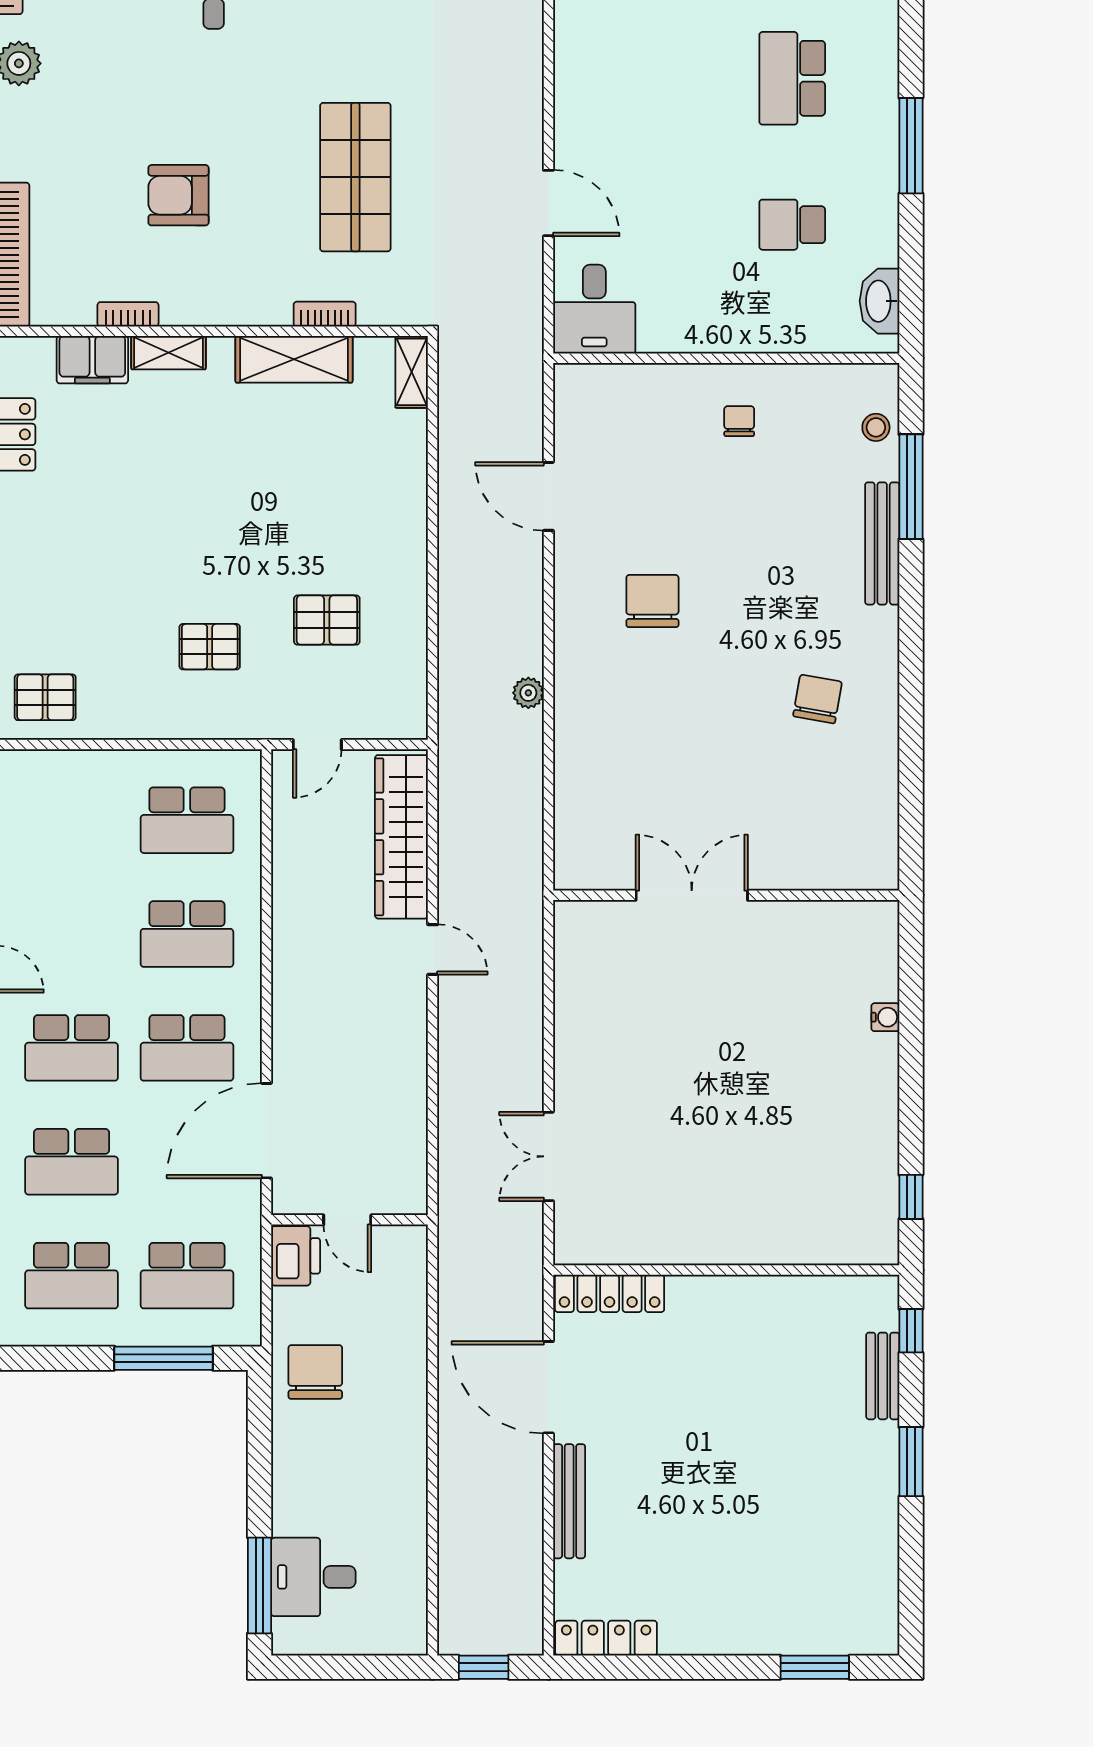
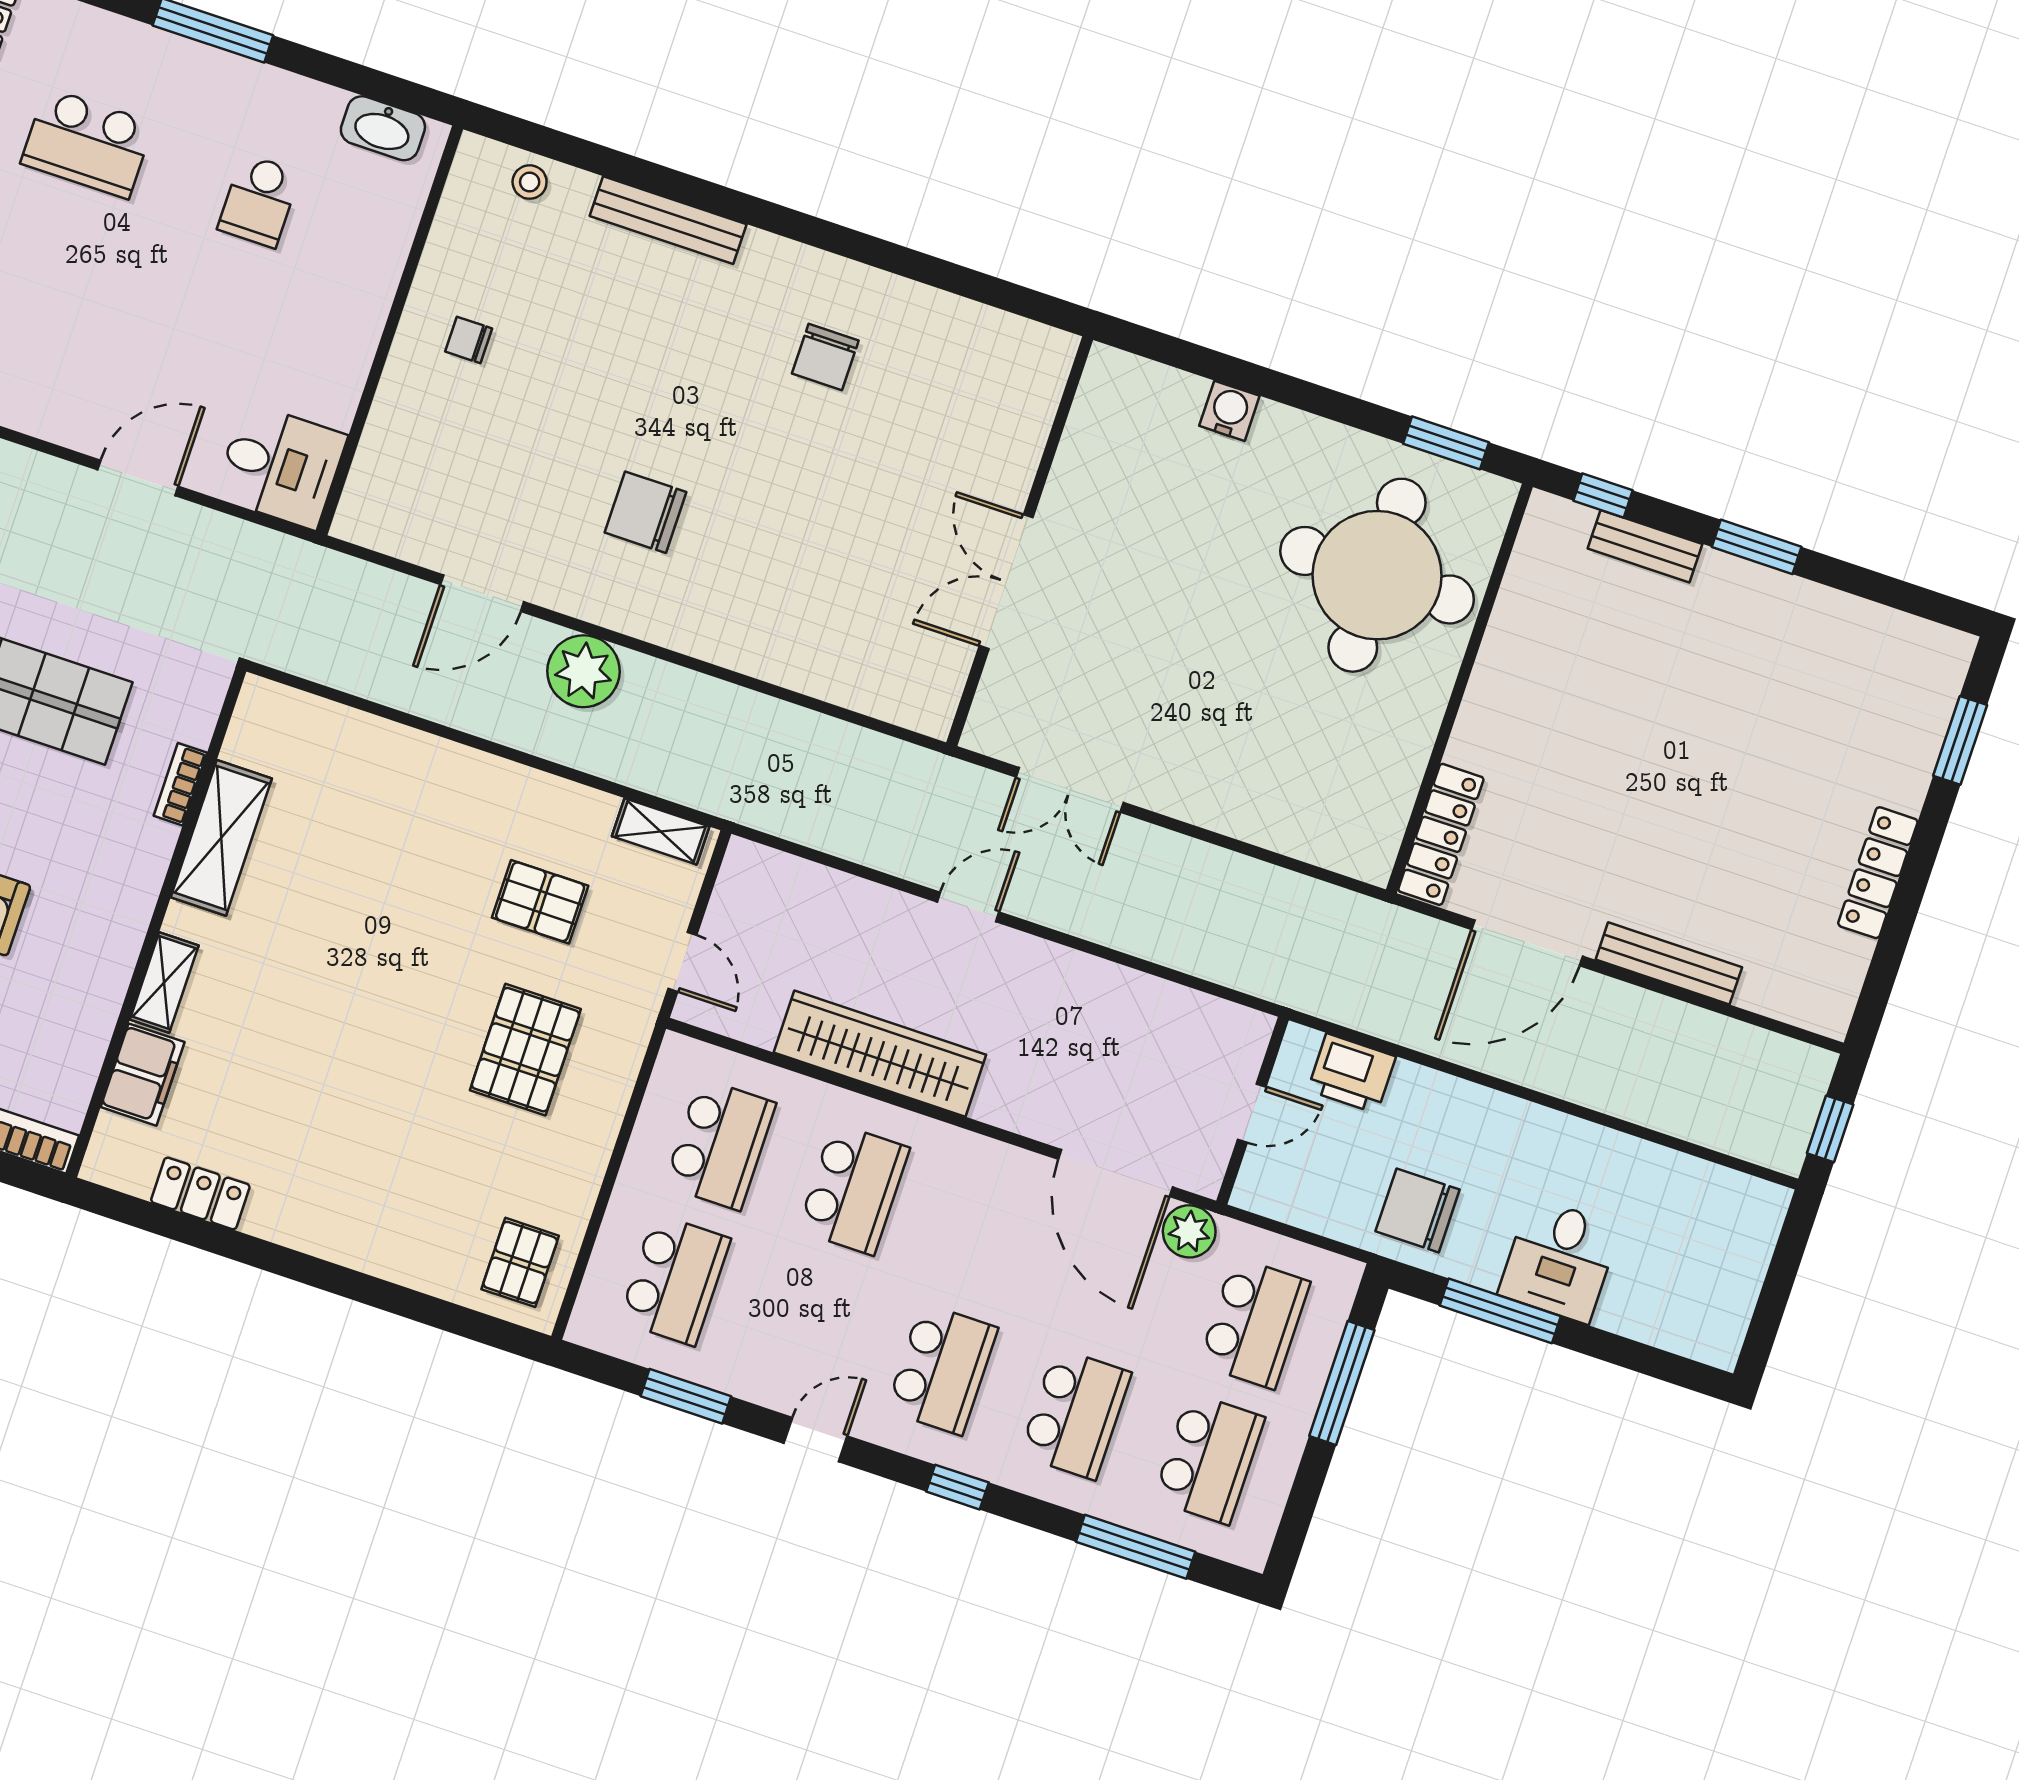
bookcase: (128, 314) -> (103, 1015), removed
shelving: (412, 372) -> (661, 831), moved
window: (911, 487) -> (613, 164), removed
pallet: (327, 620) -> (540, 902), turned 90
pallet: (210, 647) -> (525, 1050), width x1.50, depth x1.42
plant: (528, 693) -> (584, 671), moved, width x1.87, depth x1.87
chair: (818, 699) -> (825, 357), turned -100
wardrobe: (401, 837) -> (880, 1054), moved, turned 180
water cooler: (885, 1017) -> (1229, 411), width x1.38, depth x1.38
school desk: (187, 1048) -> (675, 1280), moved
double door: (548, 1156) -> (1070, 790), moved
round table: (792, 1178) -> (1377, 575), added
window: (911, 1197) -> (1446, 443), width x1.50
plant: (241, 1202) -> (1189, 1231), added
printer: (296, 1256) -> (1352, 1073), moved, turned 180
desk: (313, 1577) -> (1559, 1260), moved
window: (259, 1585) -> (1500, 1311), moved
locker: (606, 1638) -> (1878, 873), moved

